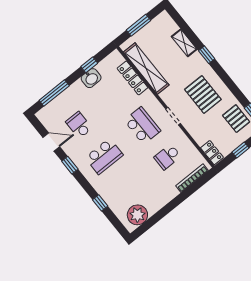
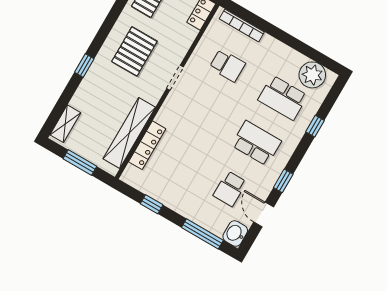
shelving: (184, 43) -> (65, 124), moved
washbasin: (91, 78) -> (235, 233), moved, turned -90
school desk: (142, 126) -> (283, 98), moved, turned -90

